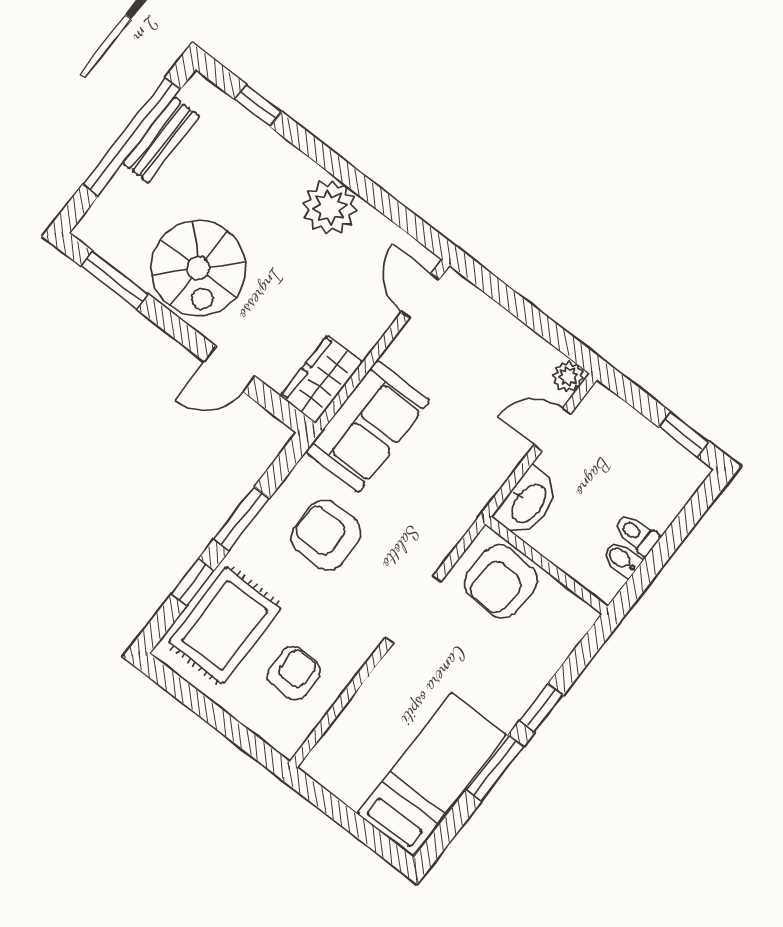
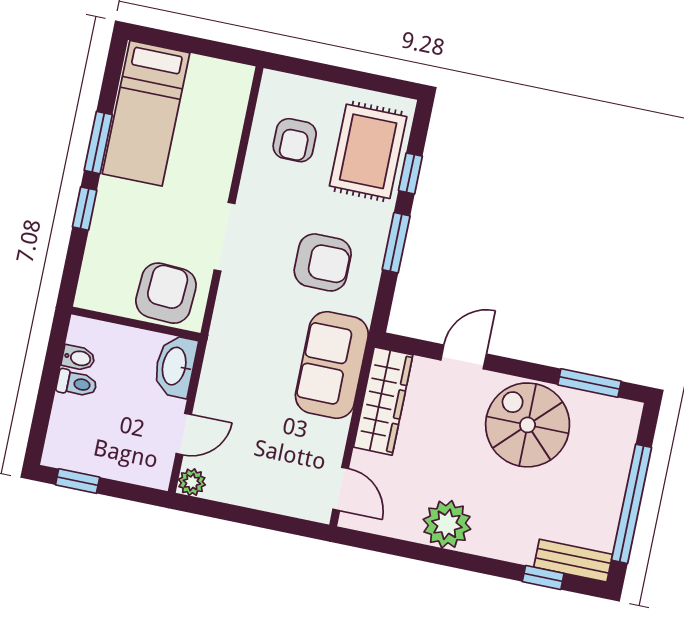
bench: (161, 140) -> (573, 561), moved, turned 90
wardrobe: (322, 379) -> (383, 401), width x1.50

